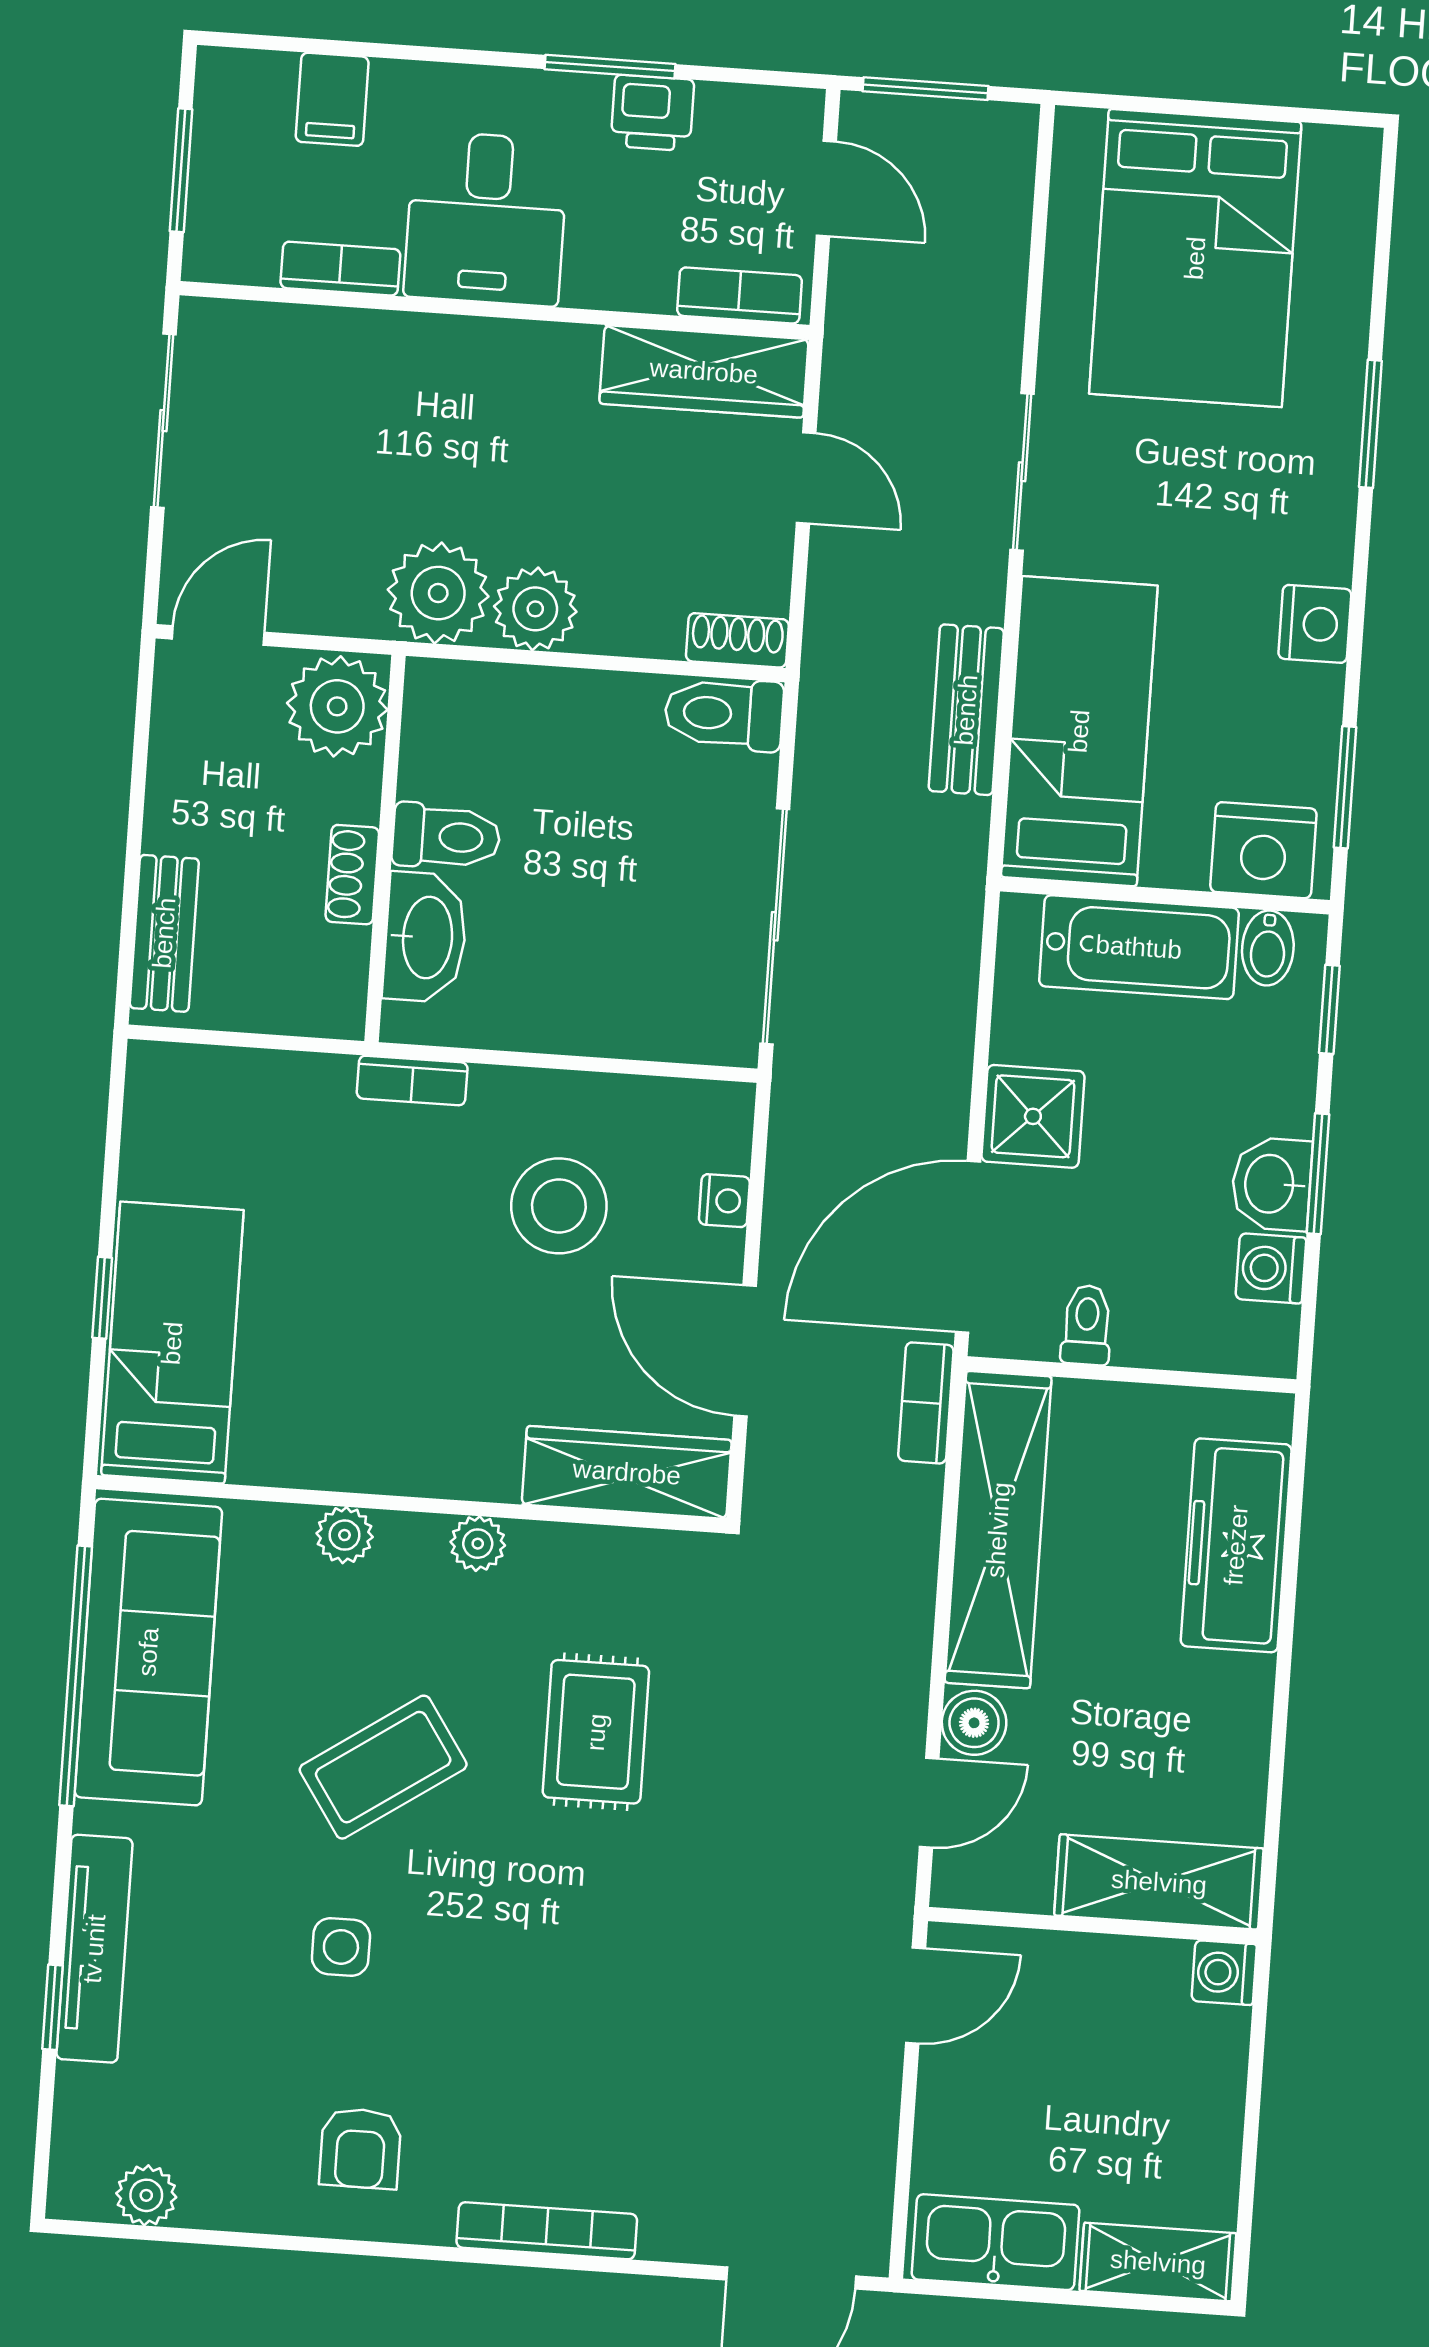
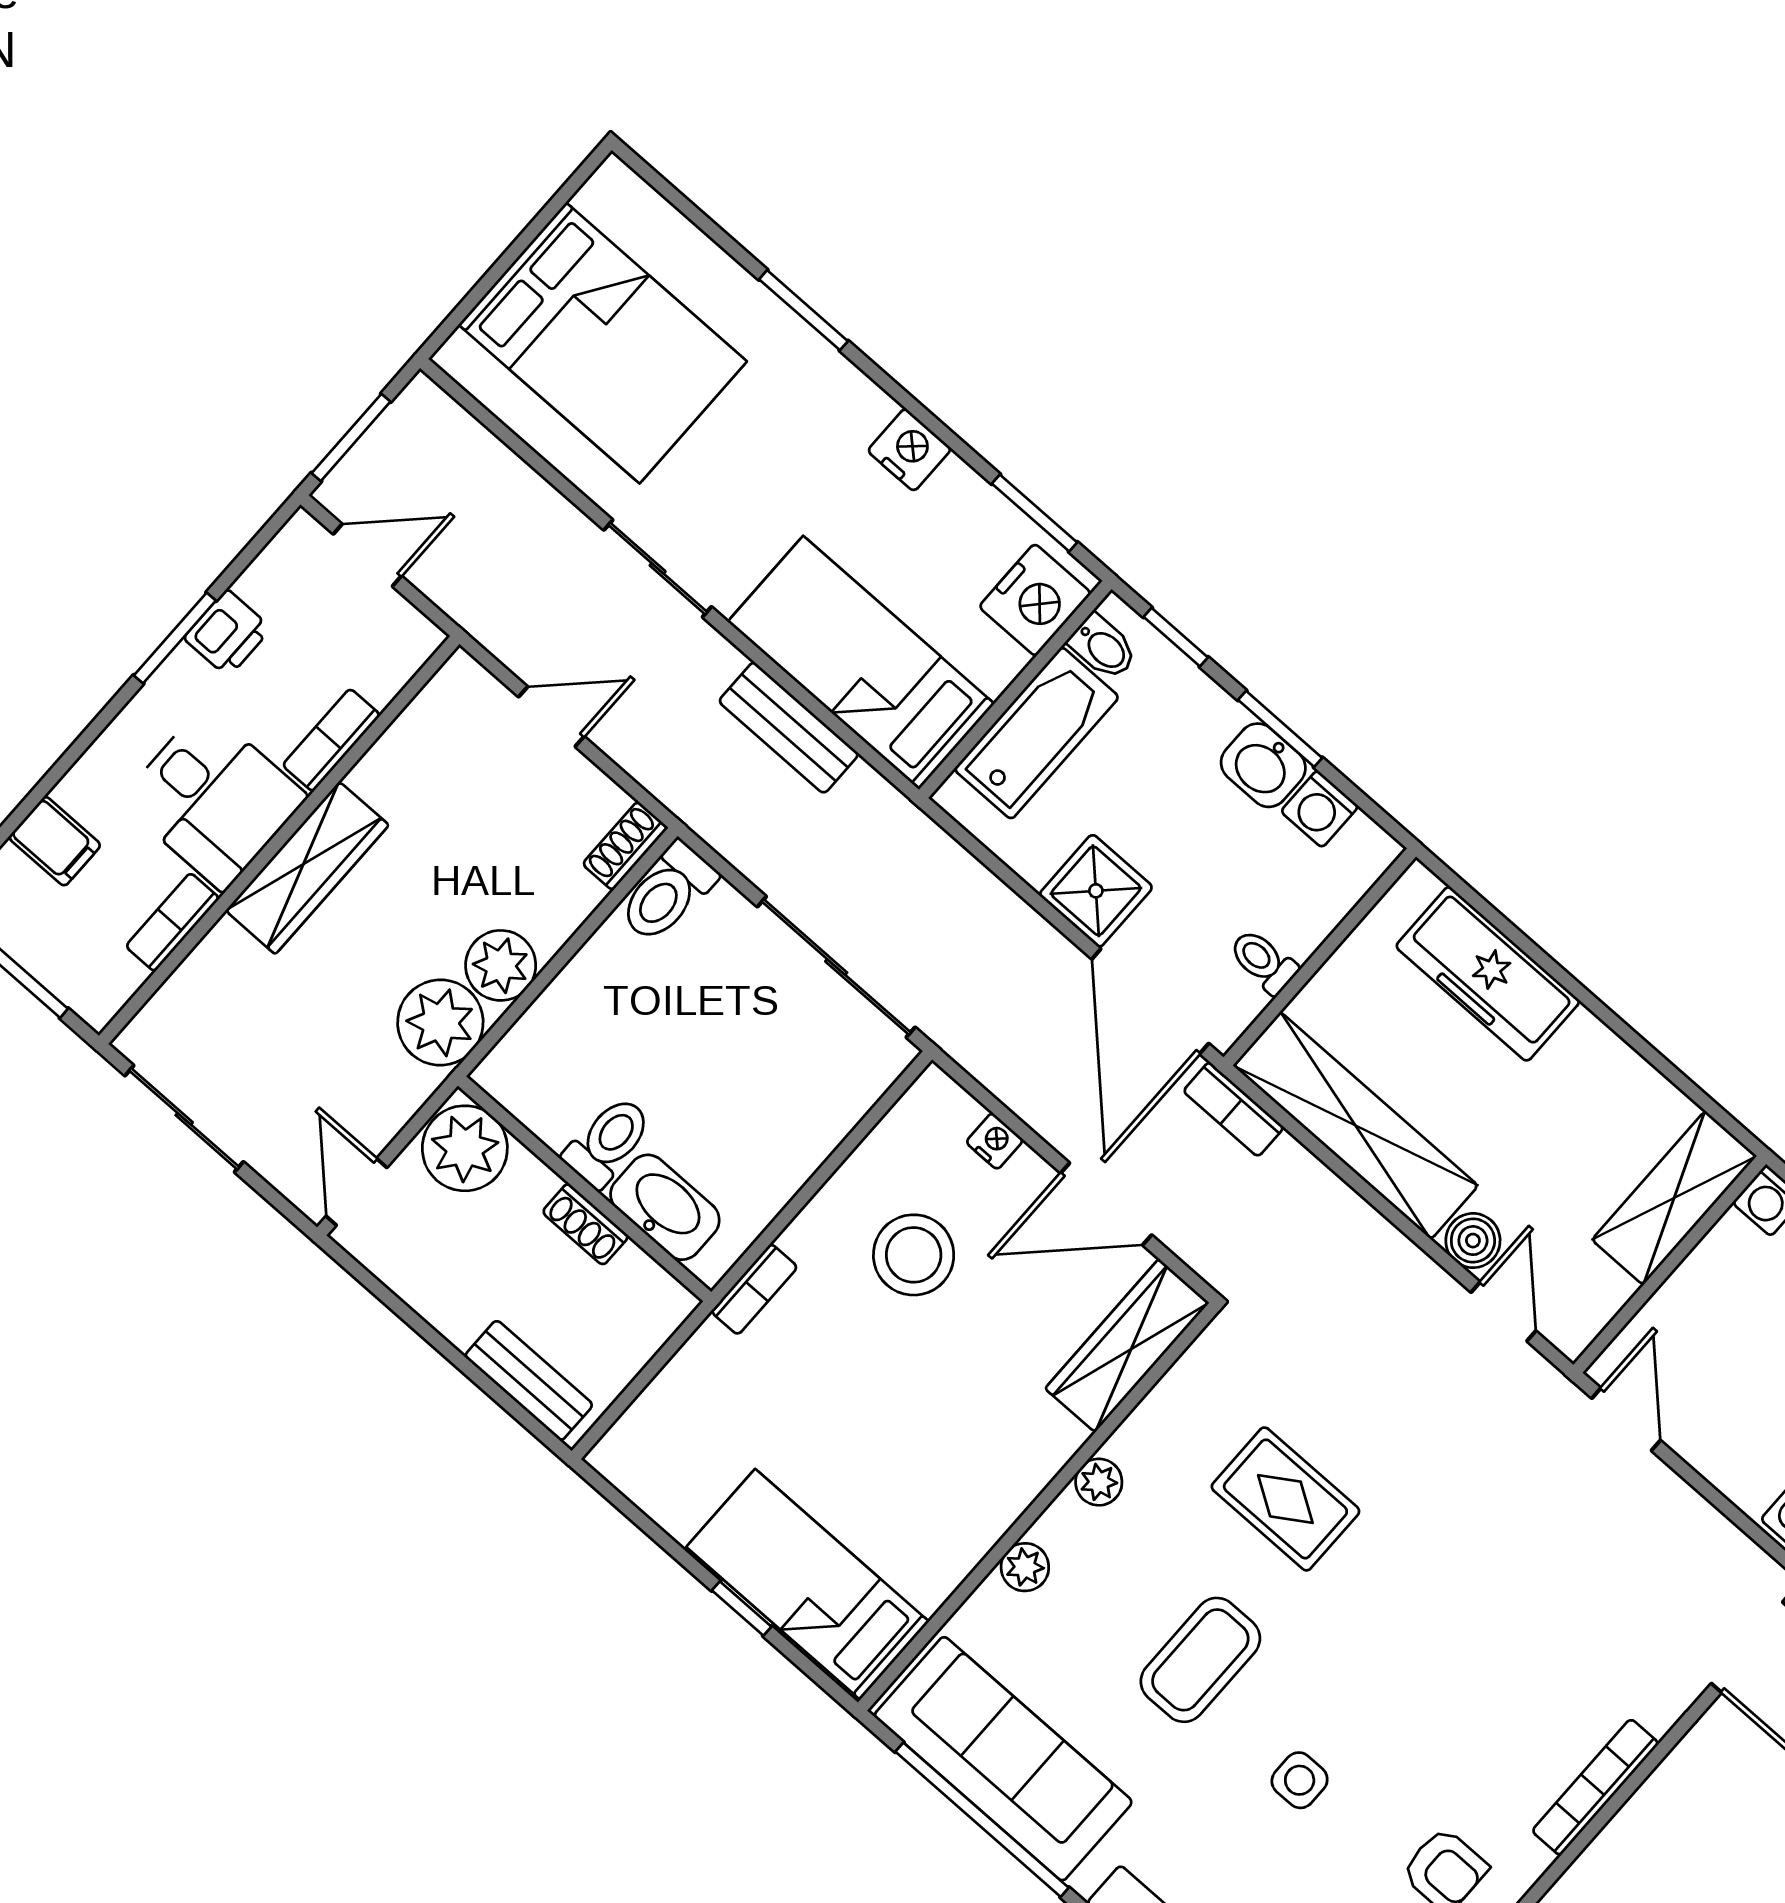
bookcase: (740, 295) -> (331, 740), moved
wardrobe: (704, 371) -> (307, 868), moved
coffee table: (383, 1767) -> (1200, 1660), turned 34

